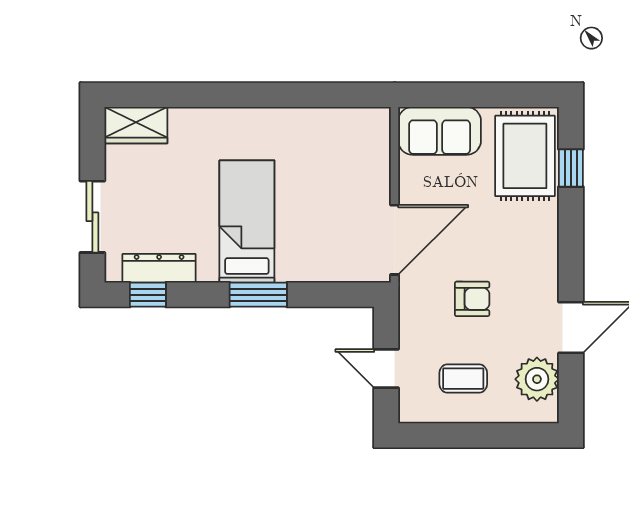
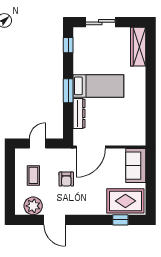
wardrobe: (136, 125) -> (138, 47), width x1.50
door: (395, 240) -> (91, 147), hinge flipped
dresser: (159, 268) -> (79, 113), moved

